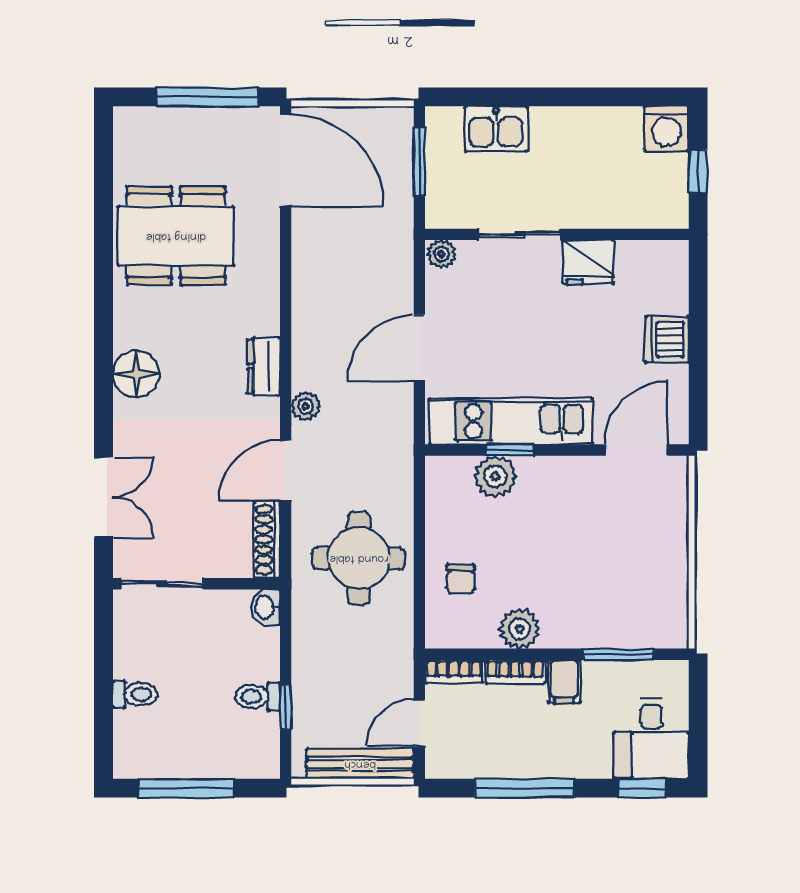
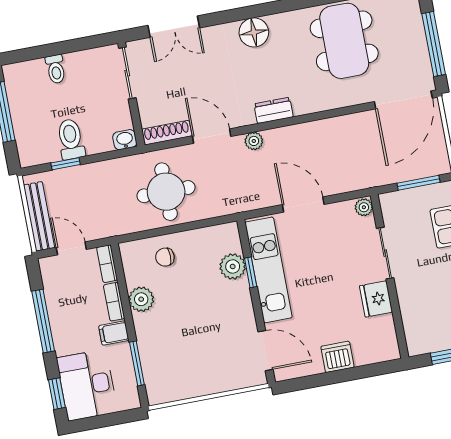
toilet: (257, 697) -> (71, 139), width x1.37, depth x1.39
desk: (651, 738) -> (87, 385), width x1.37

